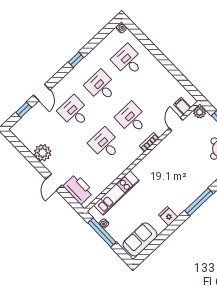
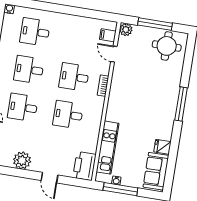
printer: (78, 189) -> (84, 166), moved, turned -90
fridge: (168, 216) -> (162, 147), moved

